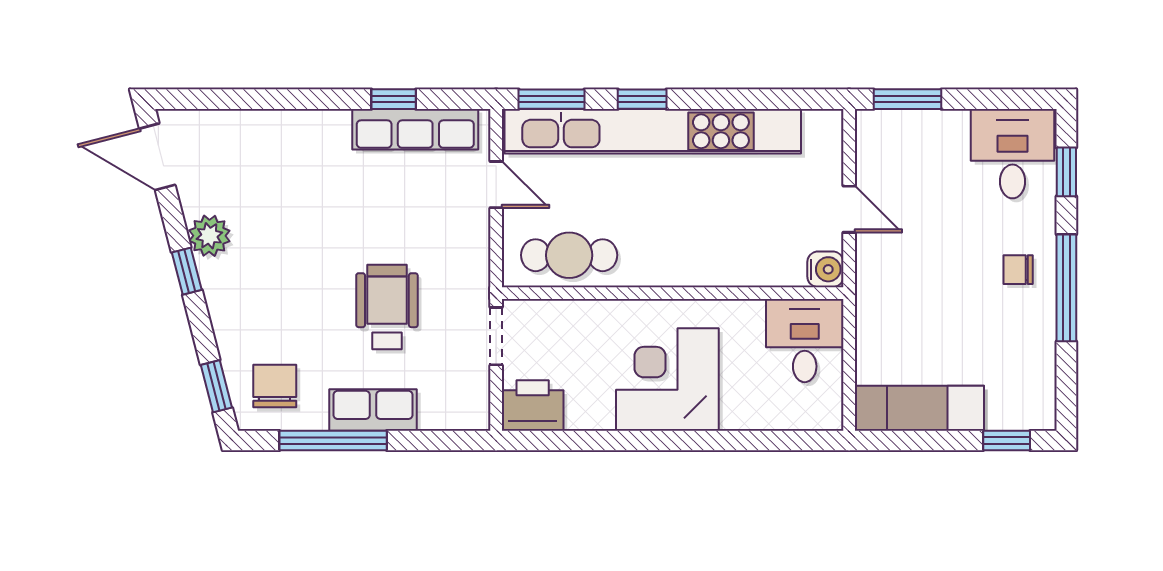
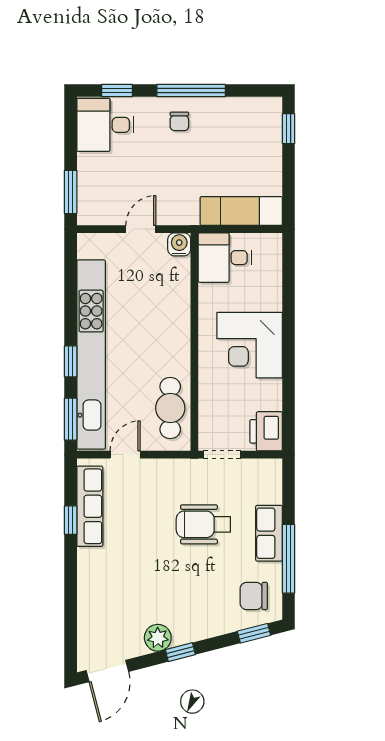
exam couch: (919, 408) -> (241, 211), moved, turned 90

